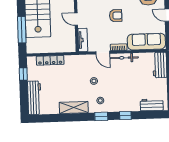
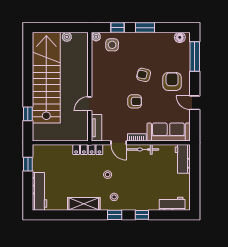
door: (76, 19) -> (90, 104), hinge flipped
window: (22, 30) -> (28, 114), width x0.46
locker: (50, 60) -> (88, 150), moved

